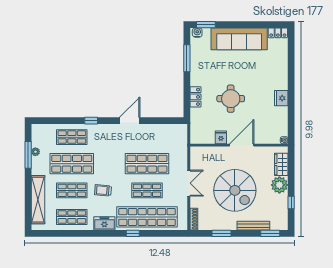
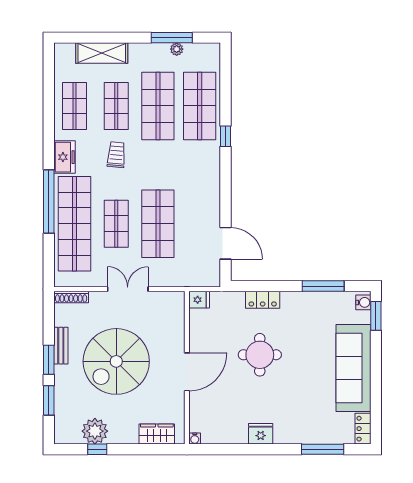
window: (291, 58) -> (323, 449), added
door: (130, 121) -> (225, 243), moved
shop shelf: (72, 137) -> (200, 106), width x1.43, depth x1.36
fridge: (221, 137) -> (199, 300), moved
door: (242, 145) -> (187, 372), hinge flipped
double door: (189, 183) -> (128, 289), swing flipped
plant: (279, 185) -> (95, 431), moved
shelving: (38, 200) -> (102, 53), width x0.68
bench: (253, 226) -> (61, 346), moved, width x0.73
window: (133, 233) -> (49, 201), width x3.17
window: (222, 233) -> (49, 360), moved
window: (270, 233) -> (49, 400), moved

